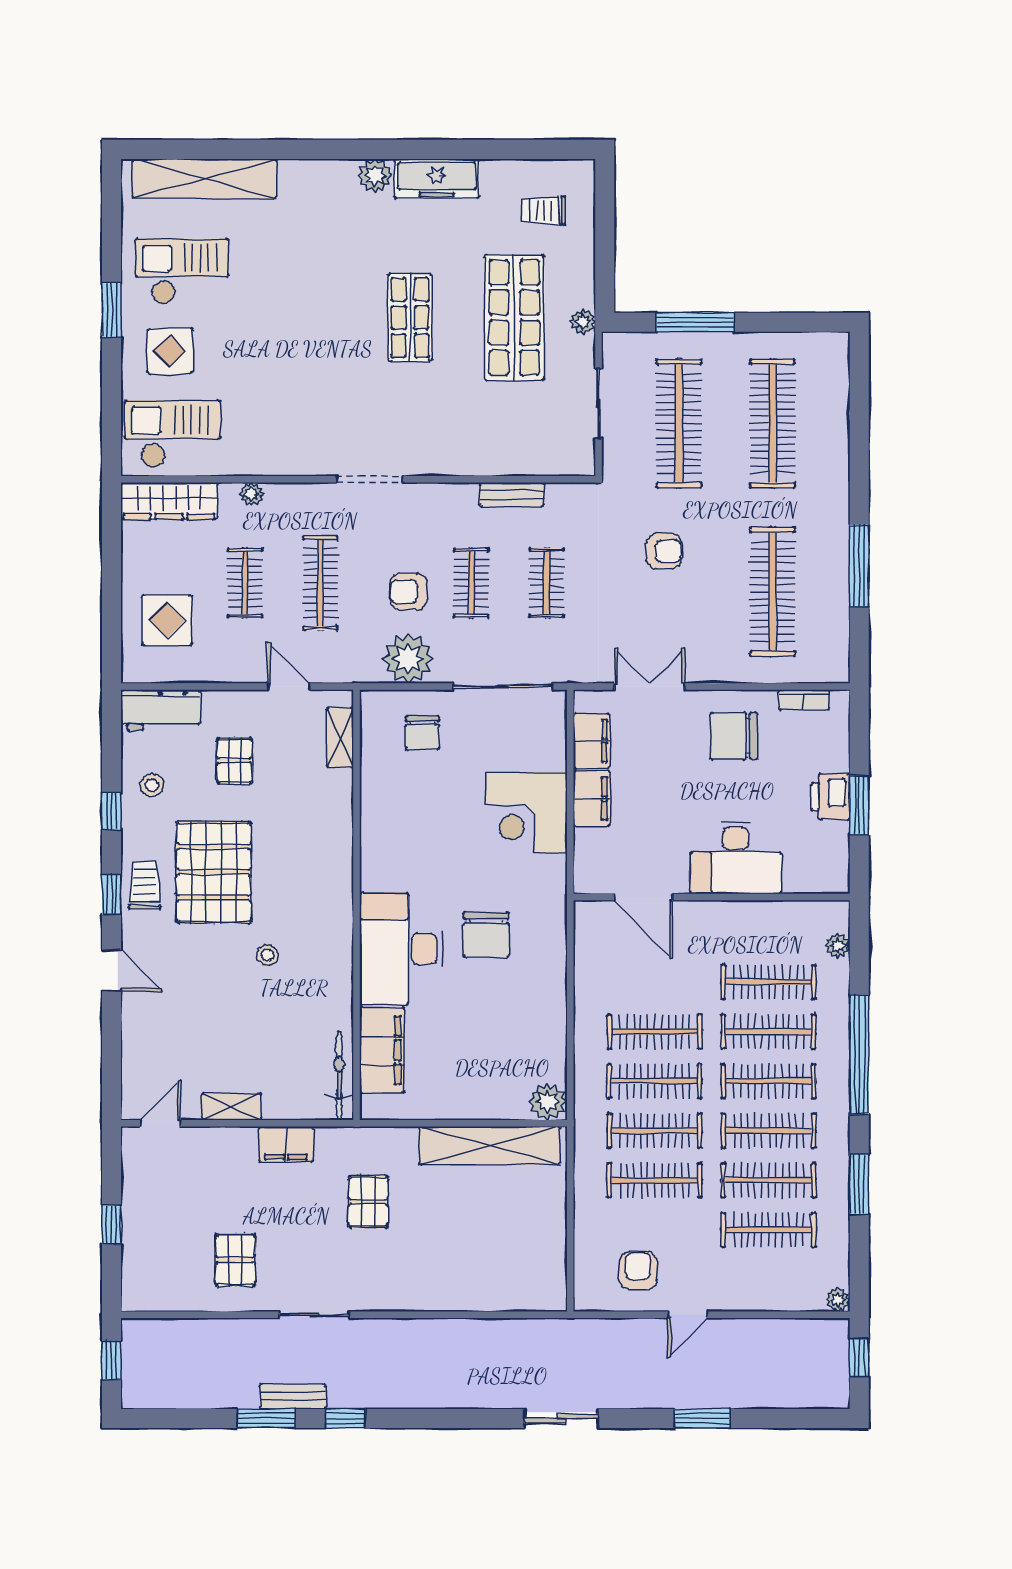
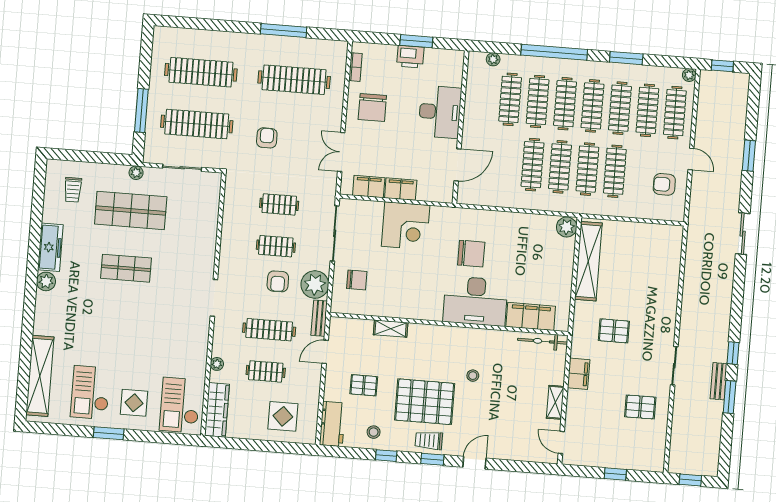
bench: (512, 495) -> (319, 318), moved
shelving: (340, 738) -> (391, 329), moved
clothes rail: (769, 1279) -> (675, 113), added

